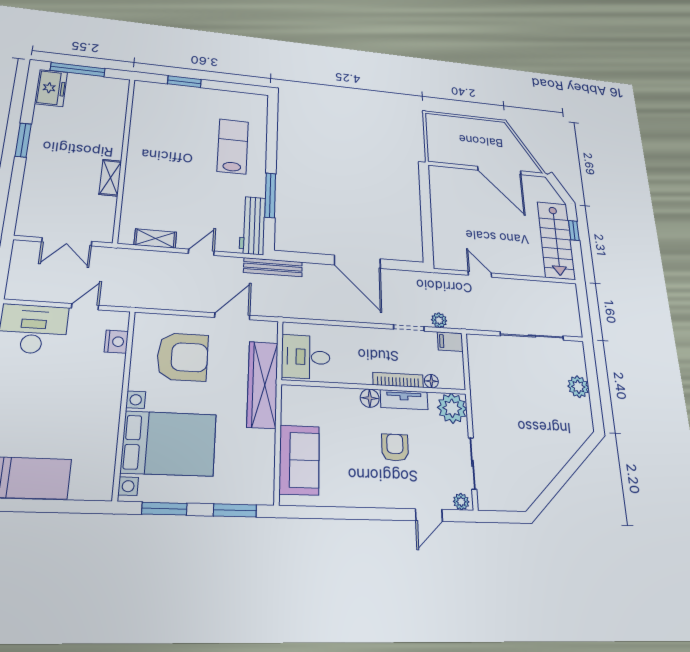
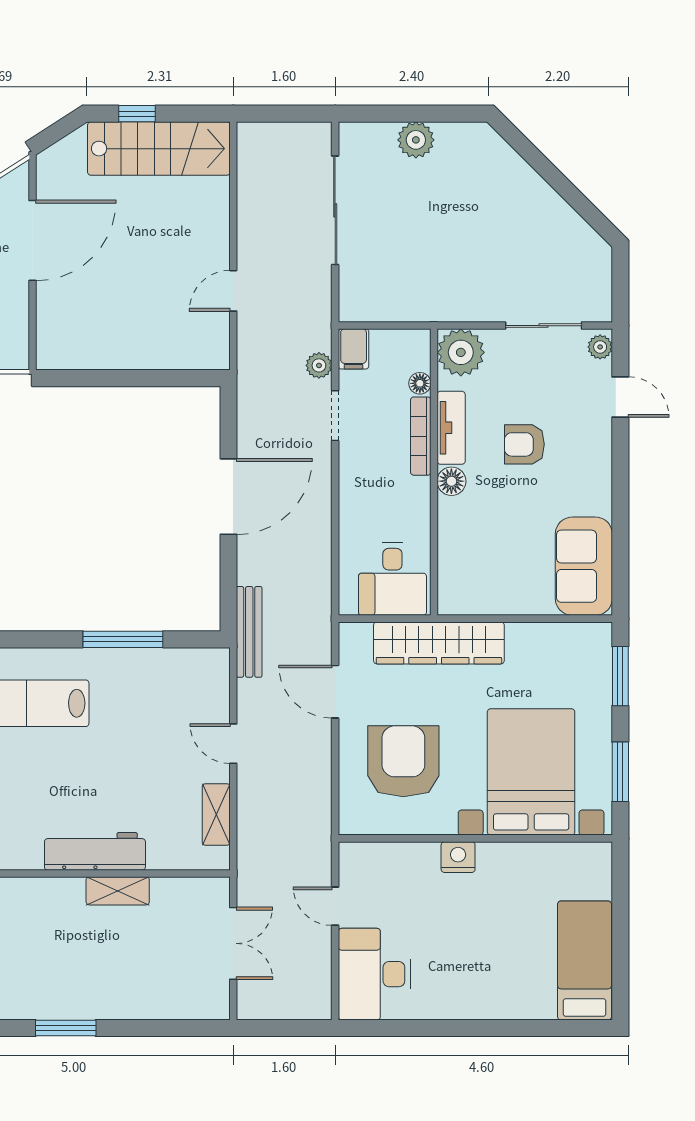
workbench: (252, 225) -> (95, 851), moved, turned 180
nightstand: (116, 342) -> (458, 857), moved
sofa: (299, 460) -> (584, 566), moved, turned -90

